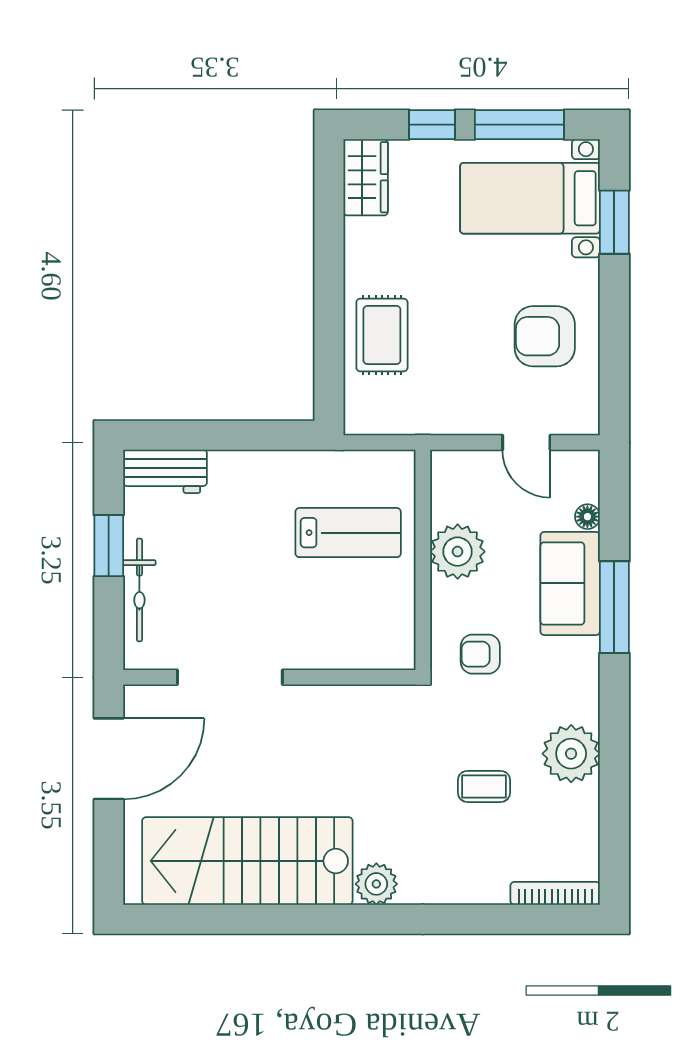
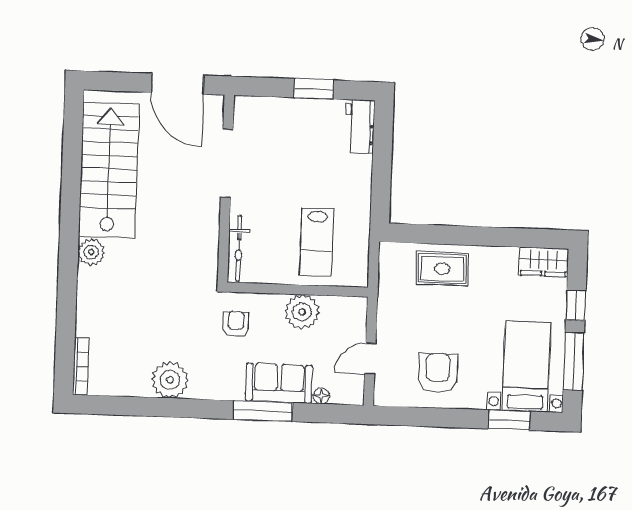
bicycle: (139, 590) -> (239, 249), moved, turned -90
coffee table: (484, 786) -> (151, 323), removed

